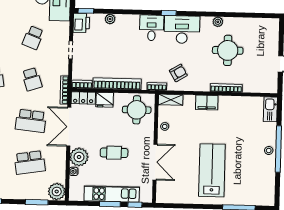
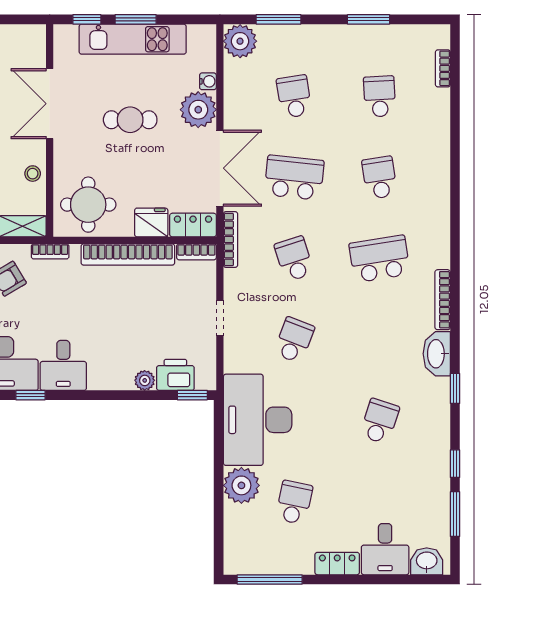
printer: (81, 23) -> (175, 375), moved, turned 90
school desk: (30, 162) -> (294, 96), width x0.54

